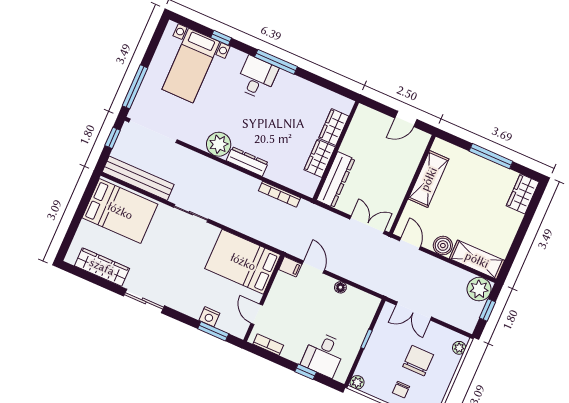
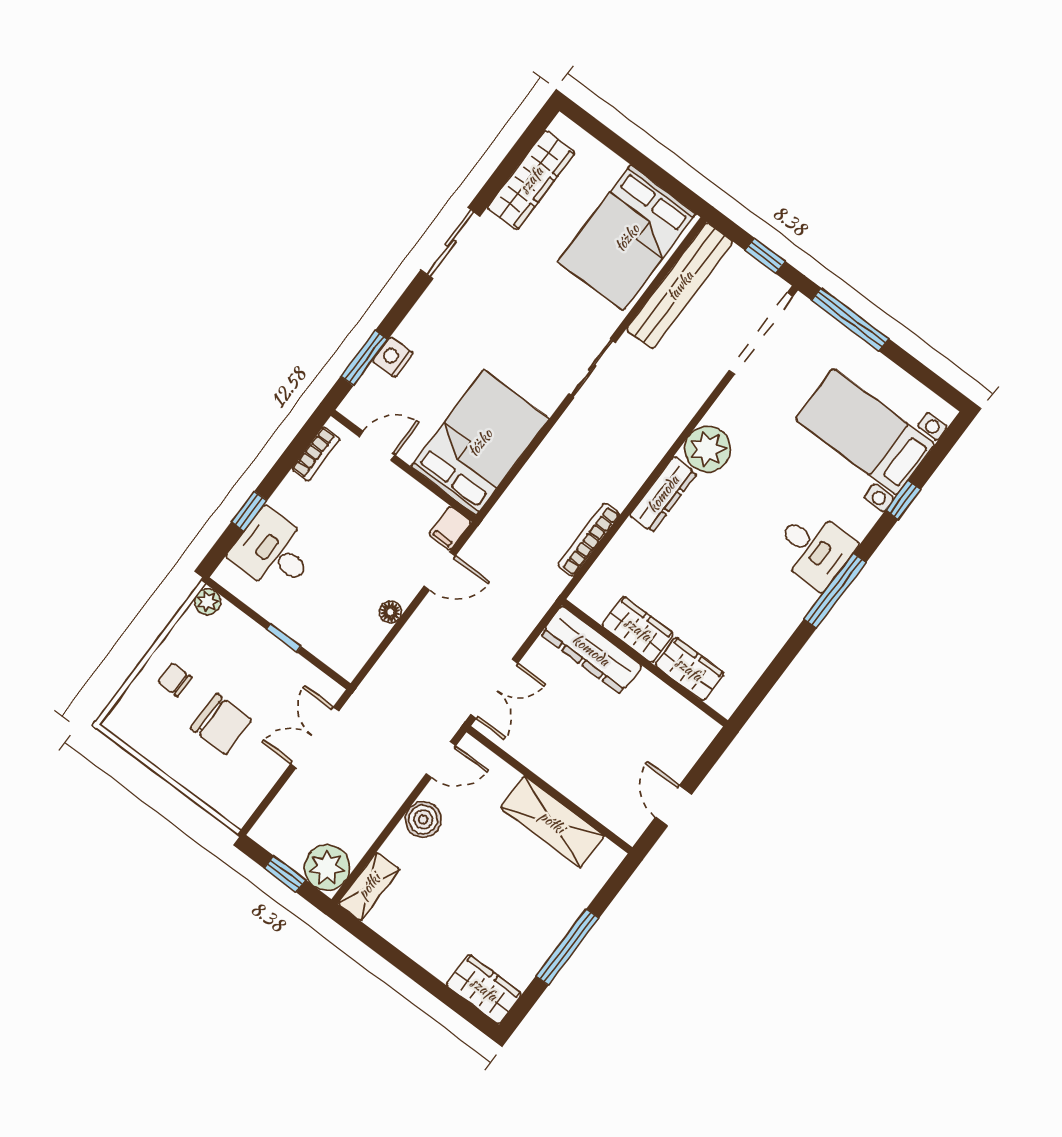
shelving: (477, 260) -> (369, 886), width x0.67, depth x0.75
plant: (459, 348) -> (227, 805), removed

